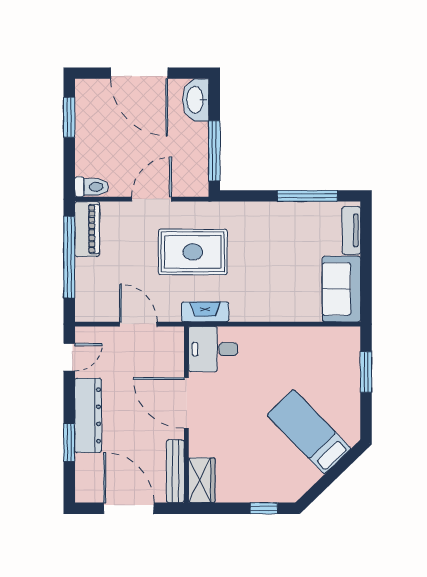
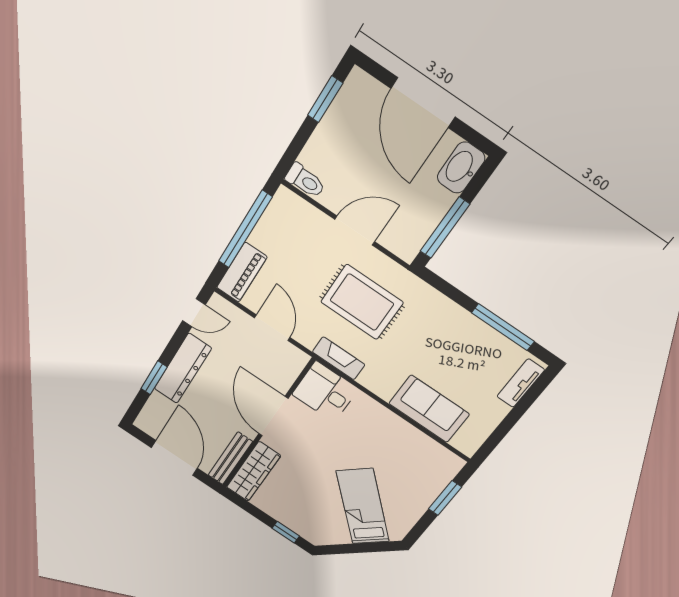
piano: (87, 229) -> (242, 272), moved
sofa: (341, 289) -> (429, 409), moved, turned 90
wardrobe: (202, 480) -> (253, 472), width x1.50

